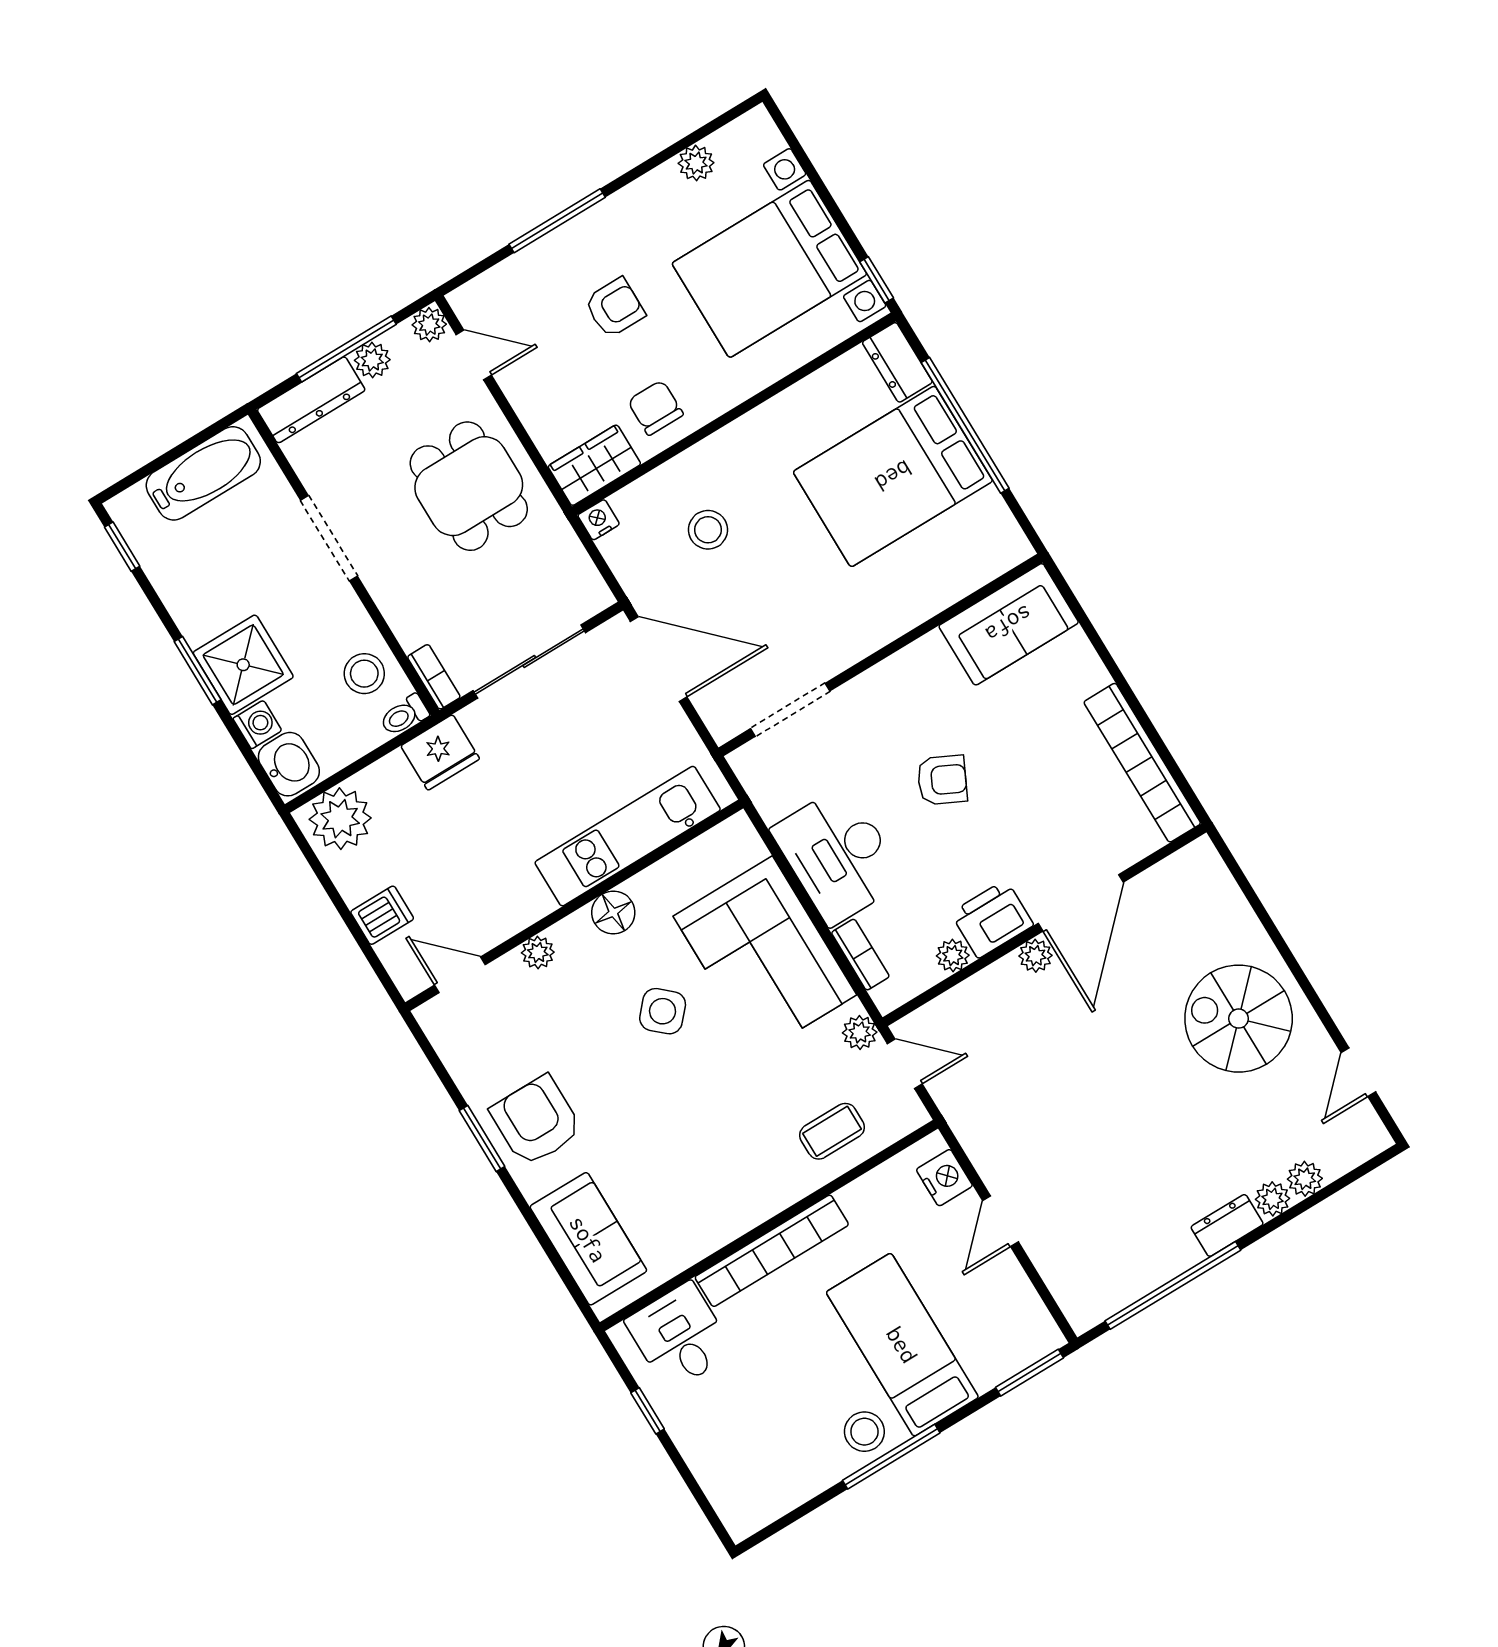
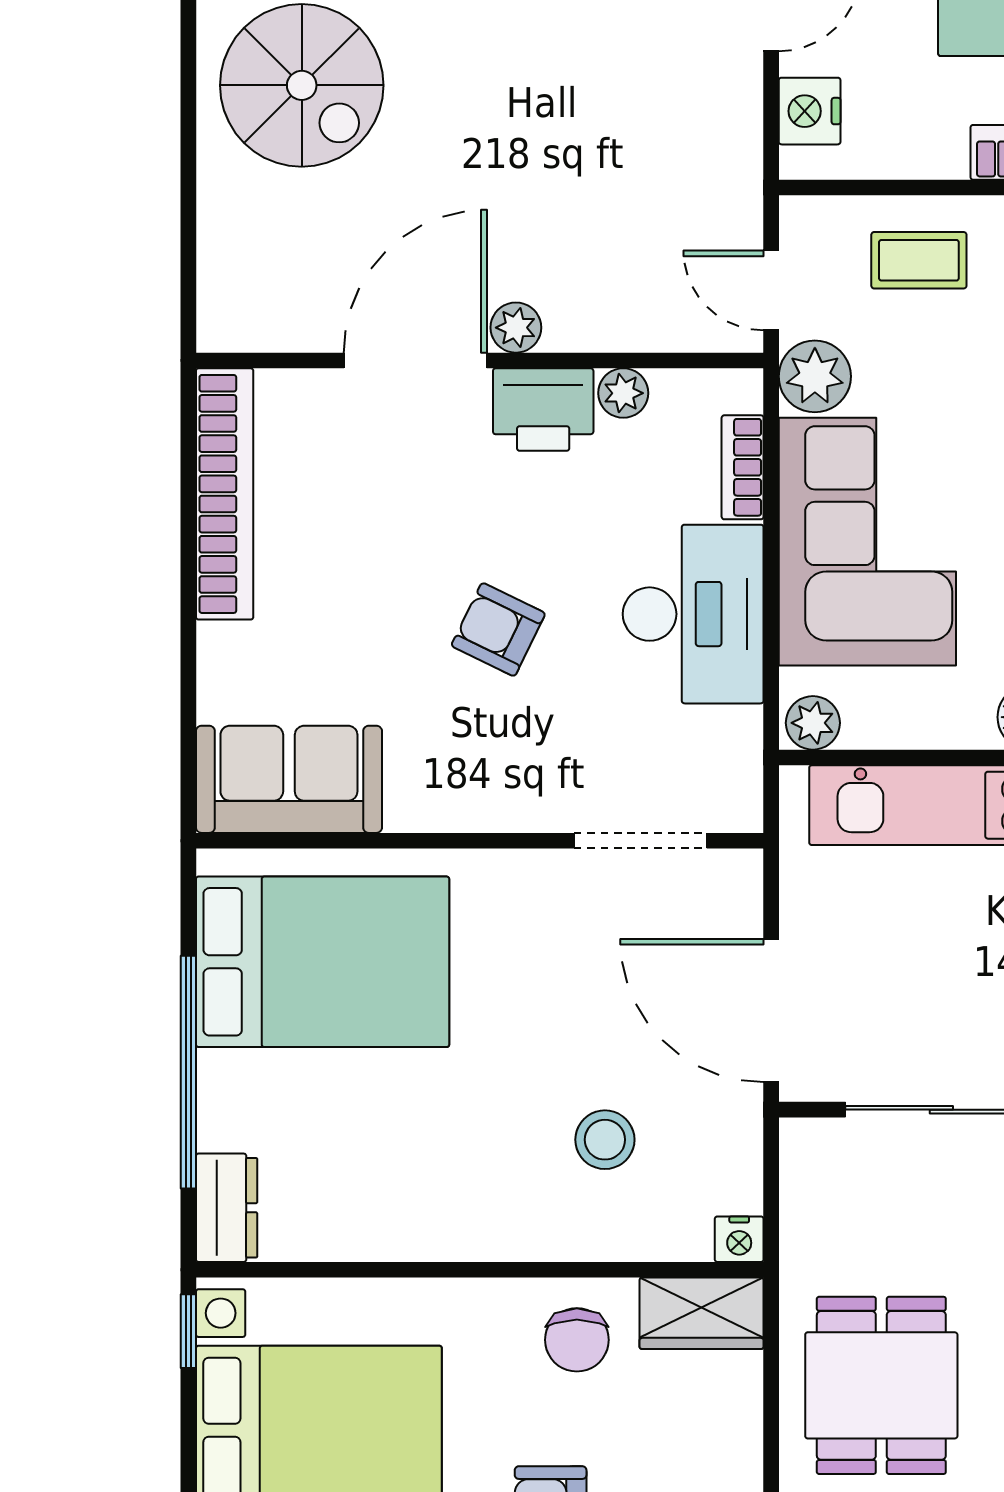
bed: (893, 476) -> (323, 962), moved
plant: (734, 835) -> (813, 723), added
plant: (860, 1032) -> (815, 376), width x1.38, depth x1.38

